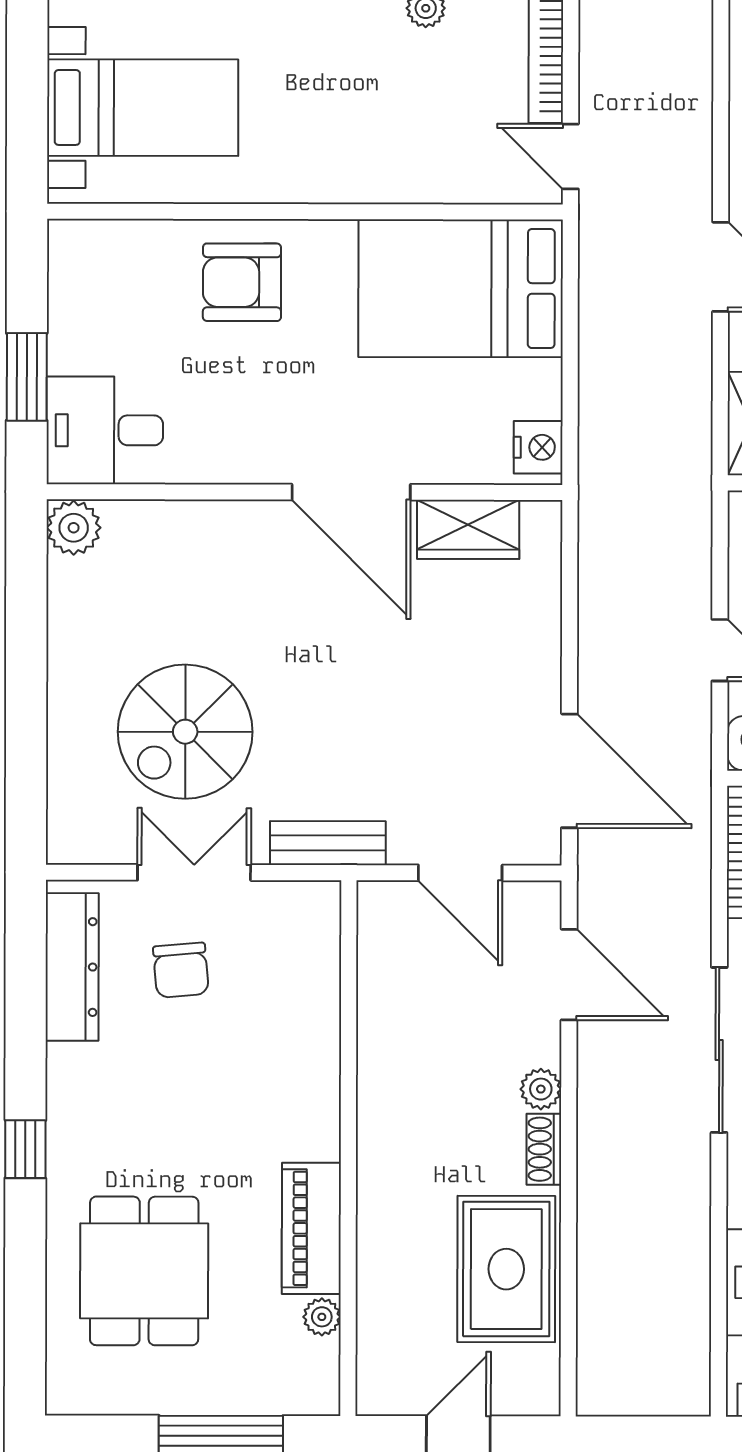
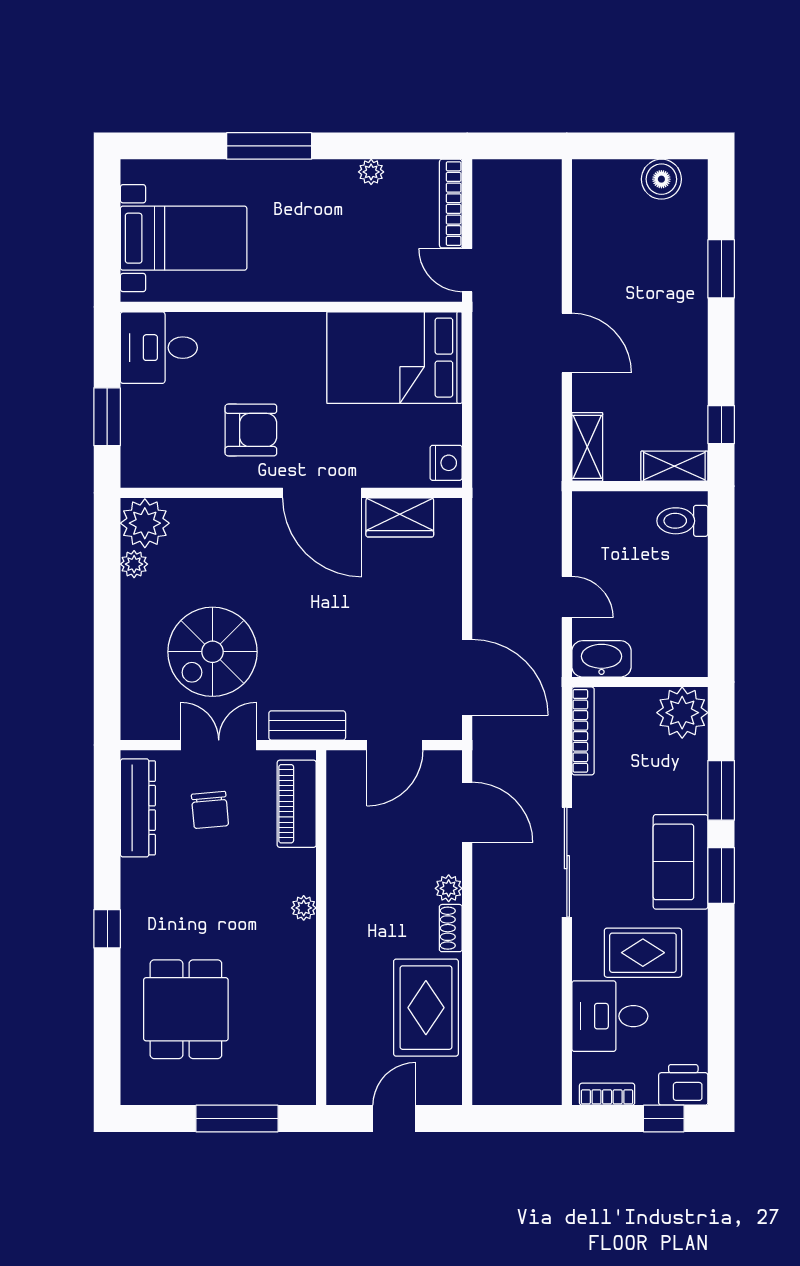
armchair: (242, 282) -> (251, 430), moved, turned 180
desk: (105, 430) -> (159, 348), moved
plant: (74, 528) -> (145, 523), width x1.36, depth x1.36
plant: (67, 599) -> (134, 564), added
door: (460, 873) -> (395, 745), hinge flipped
piano: (311, 1228) -> (297, 804), moved
plant: (322, 1317) -> (304, 908), moved

